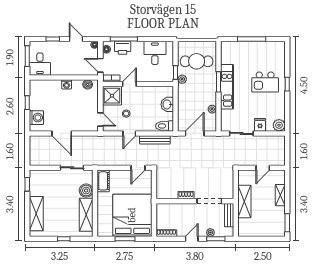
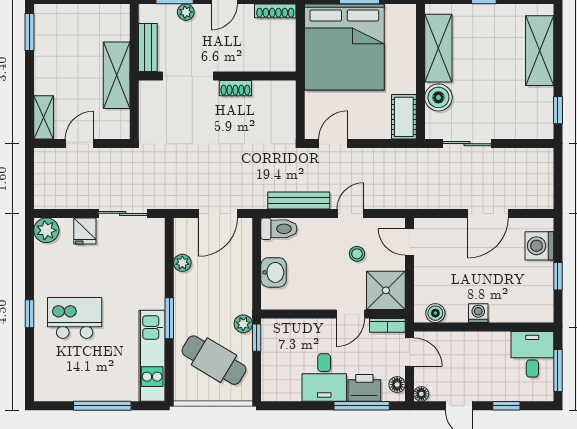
desk: (155, 53) -> (324, 377), moved
cafe table: (197, 61) -> (214, 360), turned 31
kitchen unit: (227, 87) -> (152, 356), moved
door: (62, 133) -> (488, 213), swing flipped
shelving: (280, 195) -> (44, 117), moved

